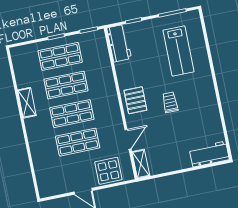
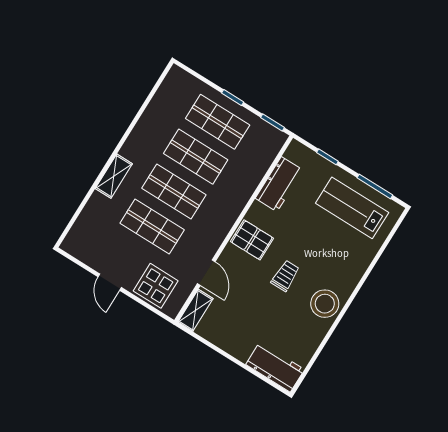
workbench: (119, 43) -> (279, 184), moved
lab bench: (179, 51) -> (352, 208), moved, turned 90
stool: (204, 97) -> (325, 304), added
pallet: (135, 100) -> (252, 240), turned 90
shelving: (27, 103) -> (114, 176), moved
door: (128, 139) -> (206, 273), hinge flipped

